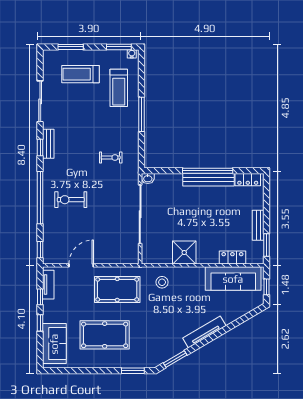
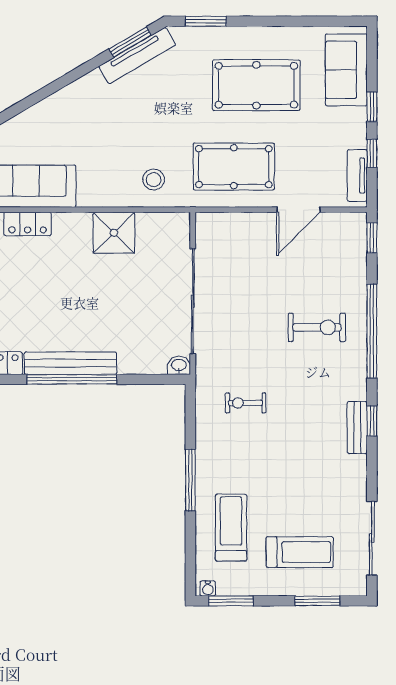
sliding door: (40, 101) -> (372, 538), moved
tv unit: (204, 332) -> (137, 56), moved

